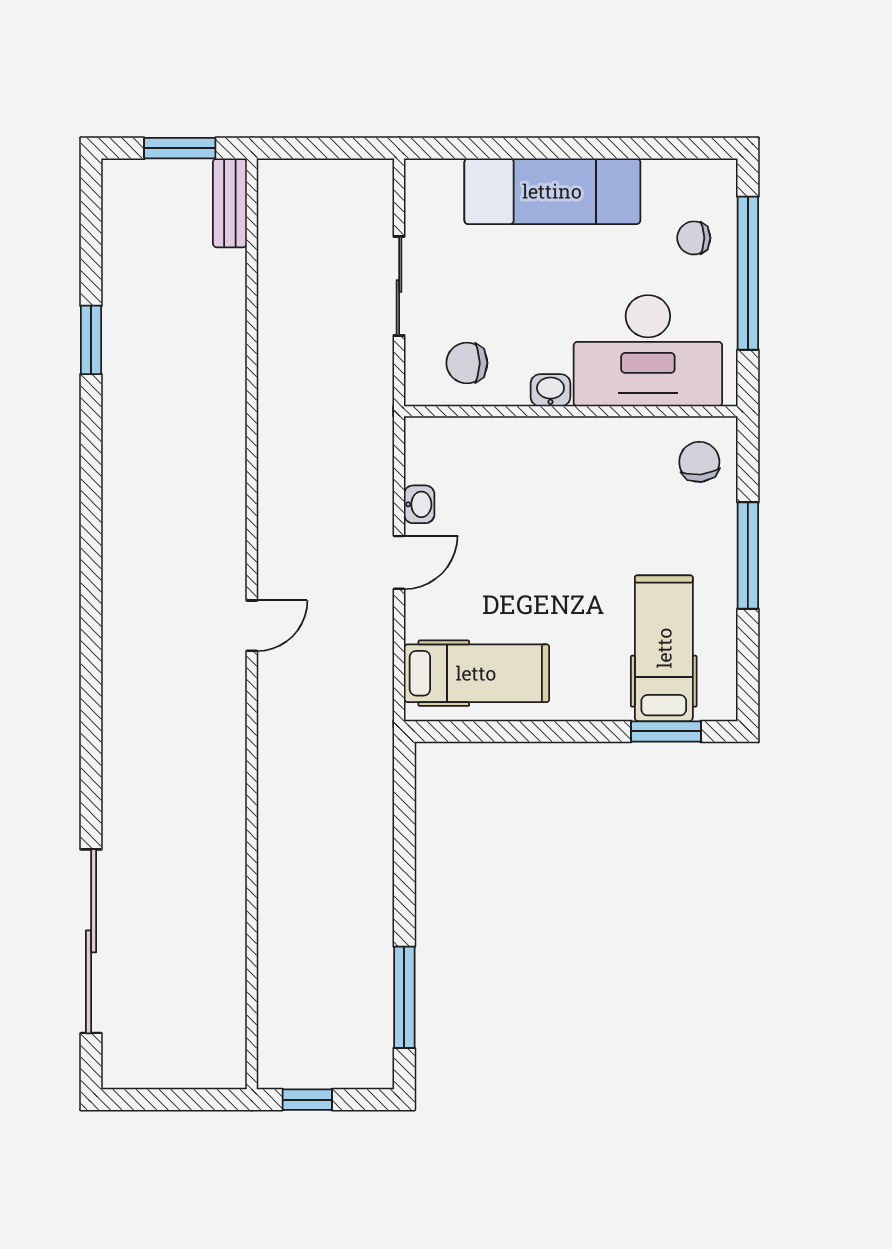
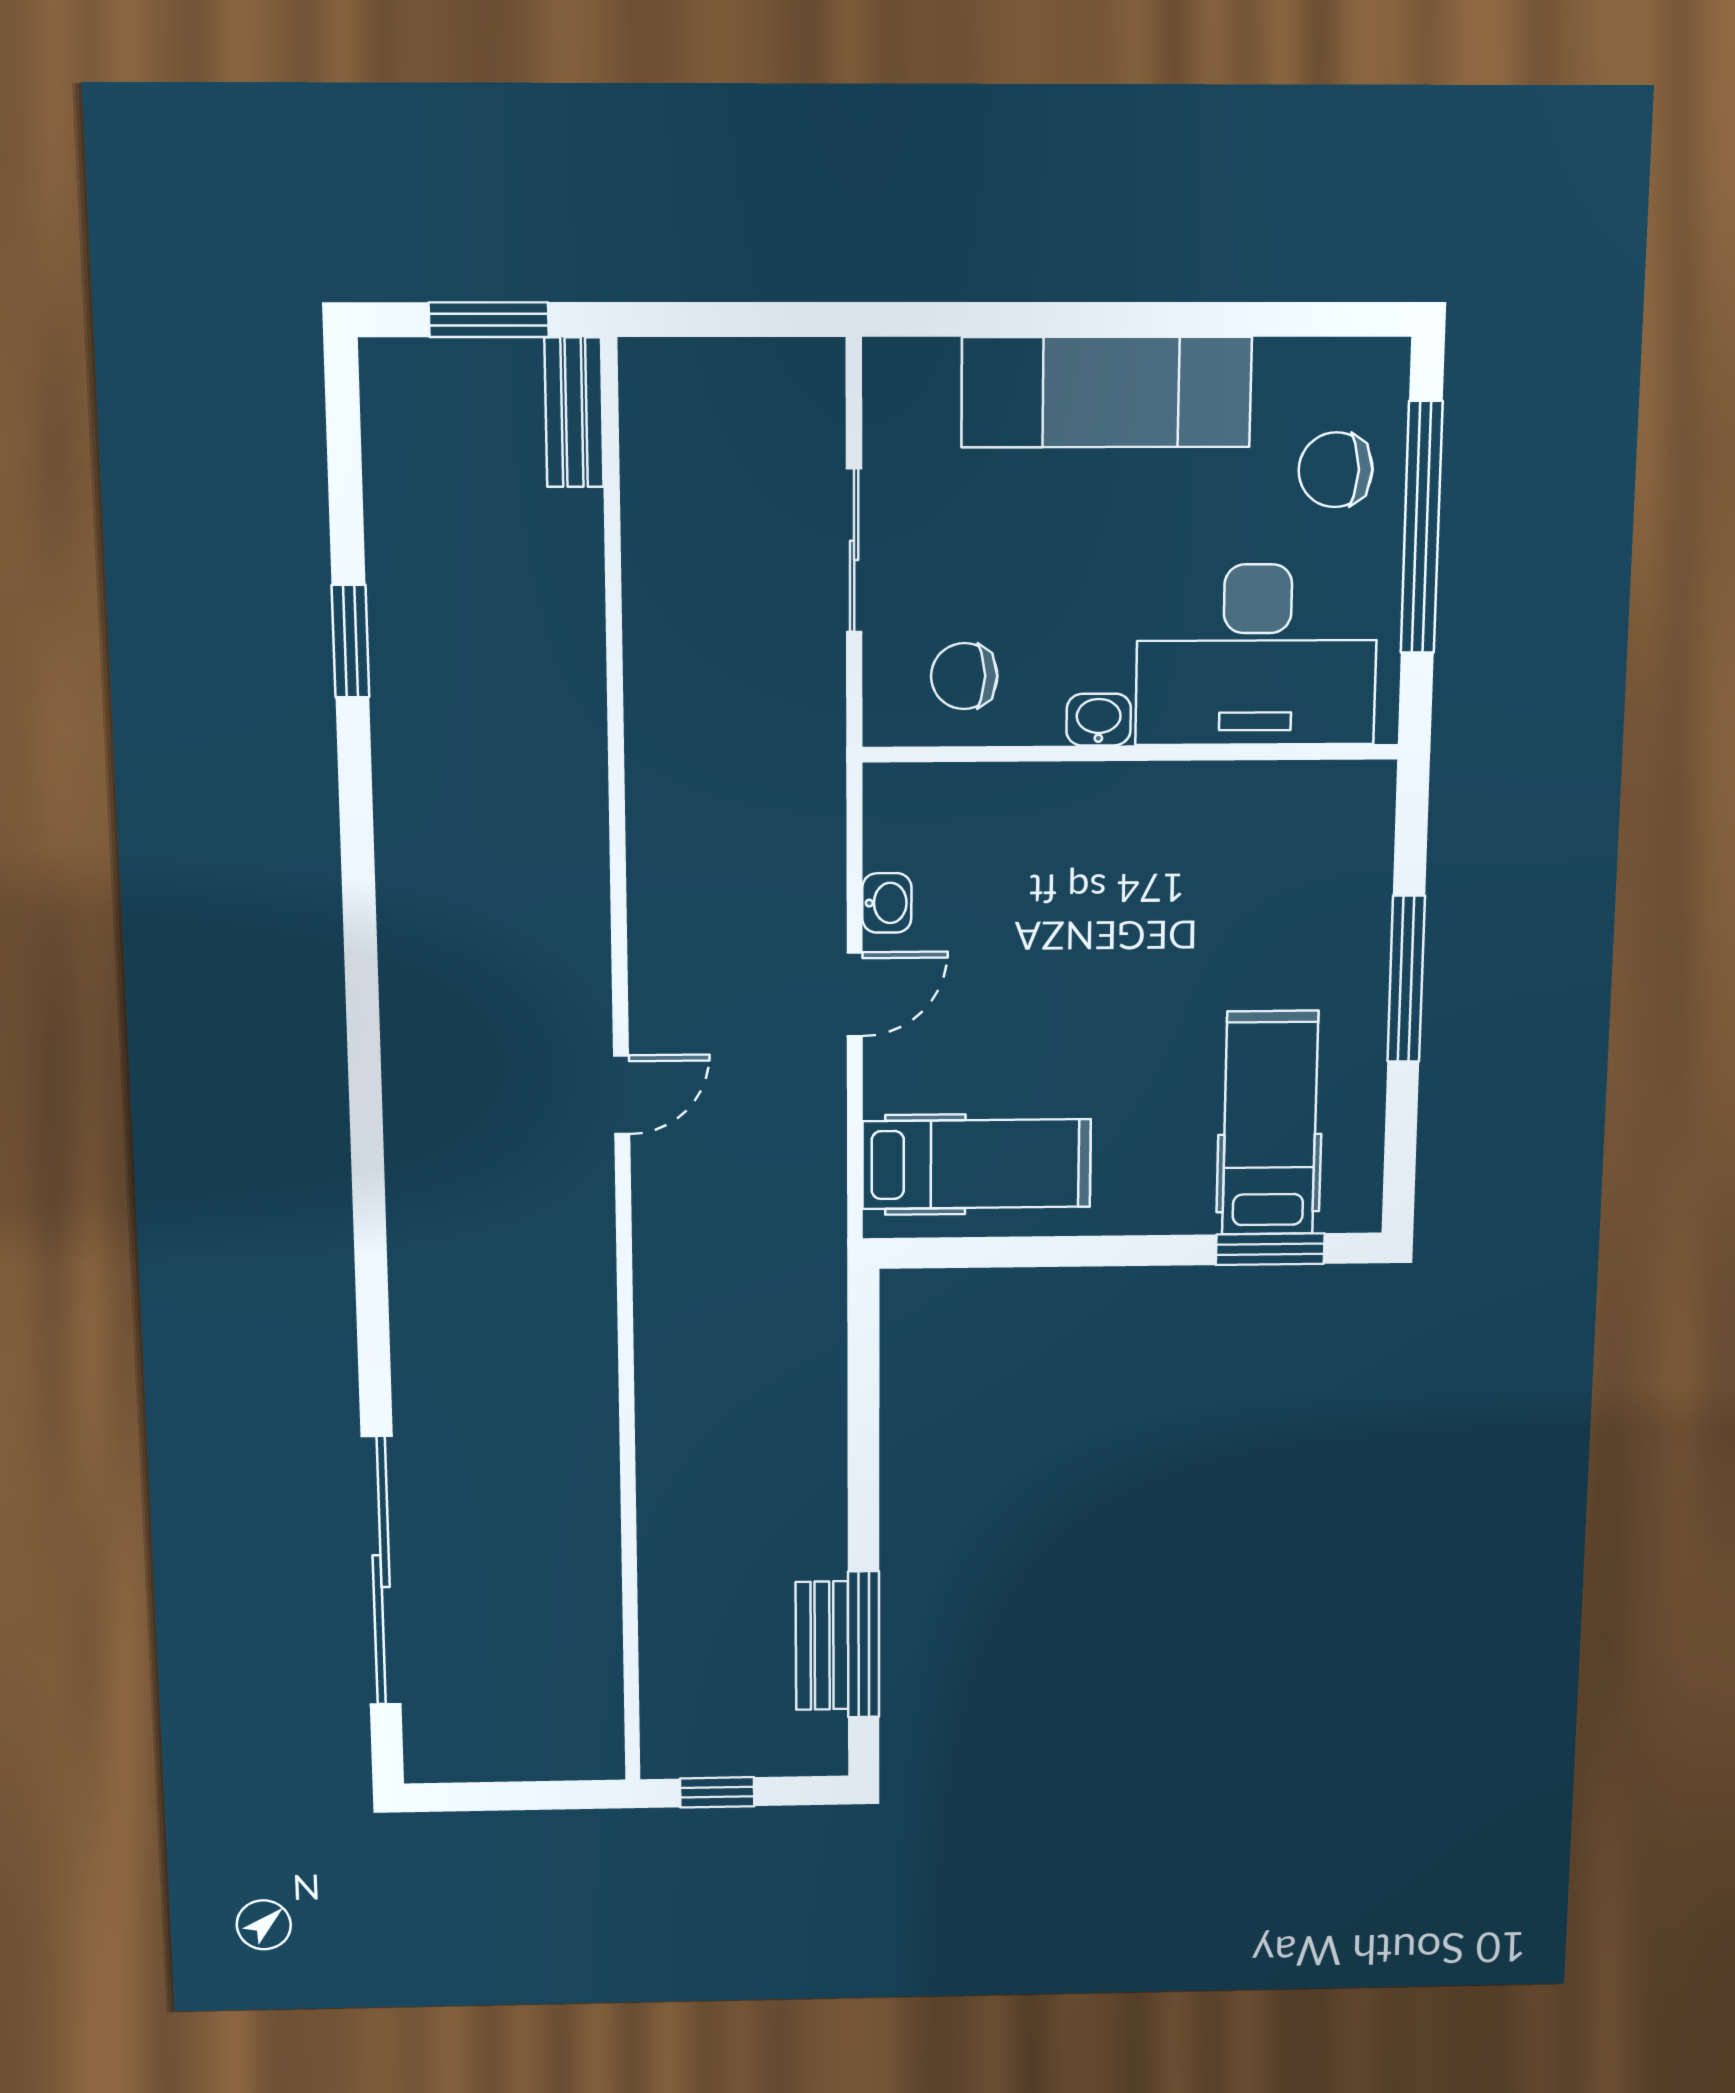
chair: (694, 238) -> (1336, 470), width x1.37, depth x1.37
chair: (699, 462) -> (1334, 833), removed
bench: (377, 998) -> (822, 1646), added

